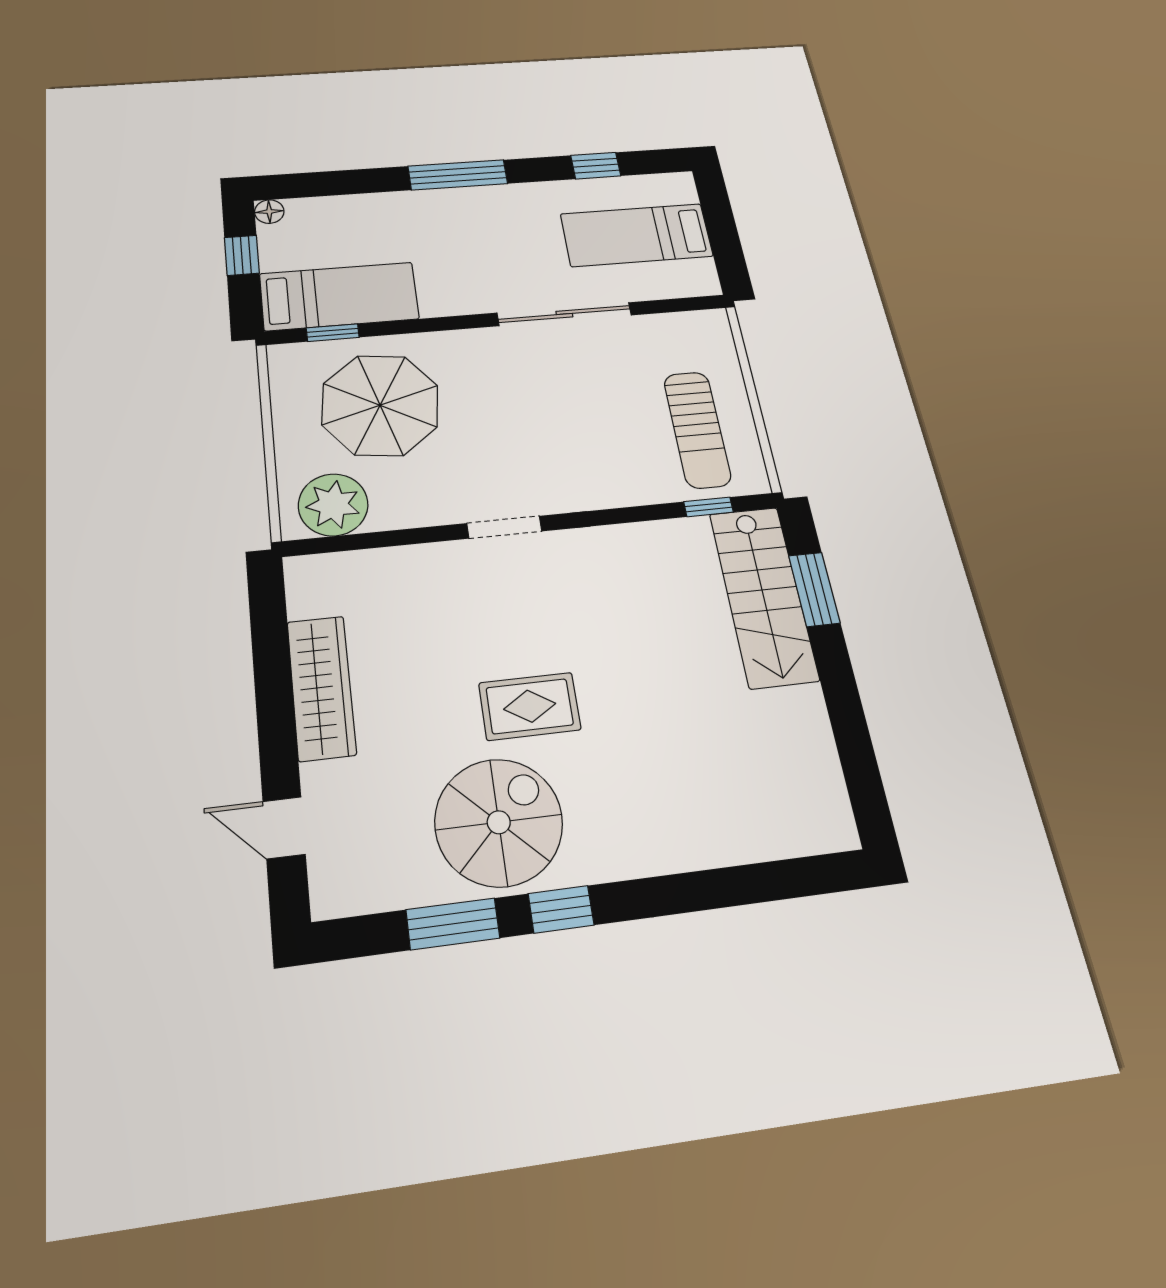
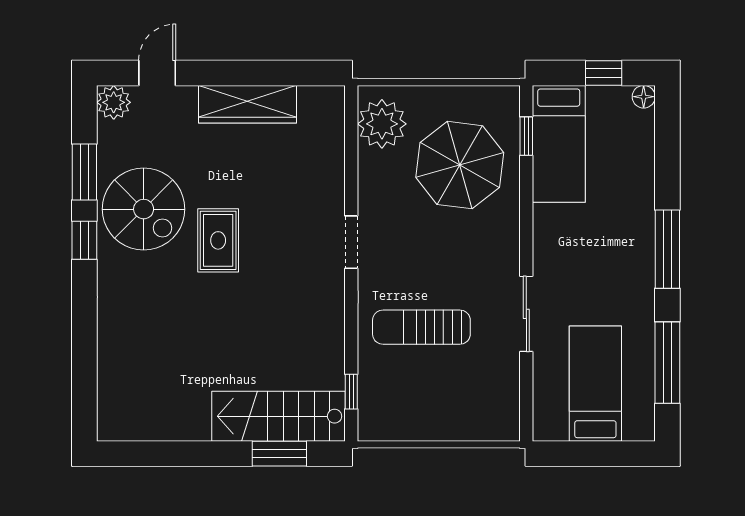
window: (596, 166) -> (667, 363), width x2.17
sliding door: (564, 314) -> (526, 314), width x0.73
sun lounger: (697, 429) -> (421, 327), moved
plant: (336, 891) -> (114, 102), added

